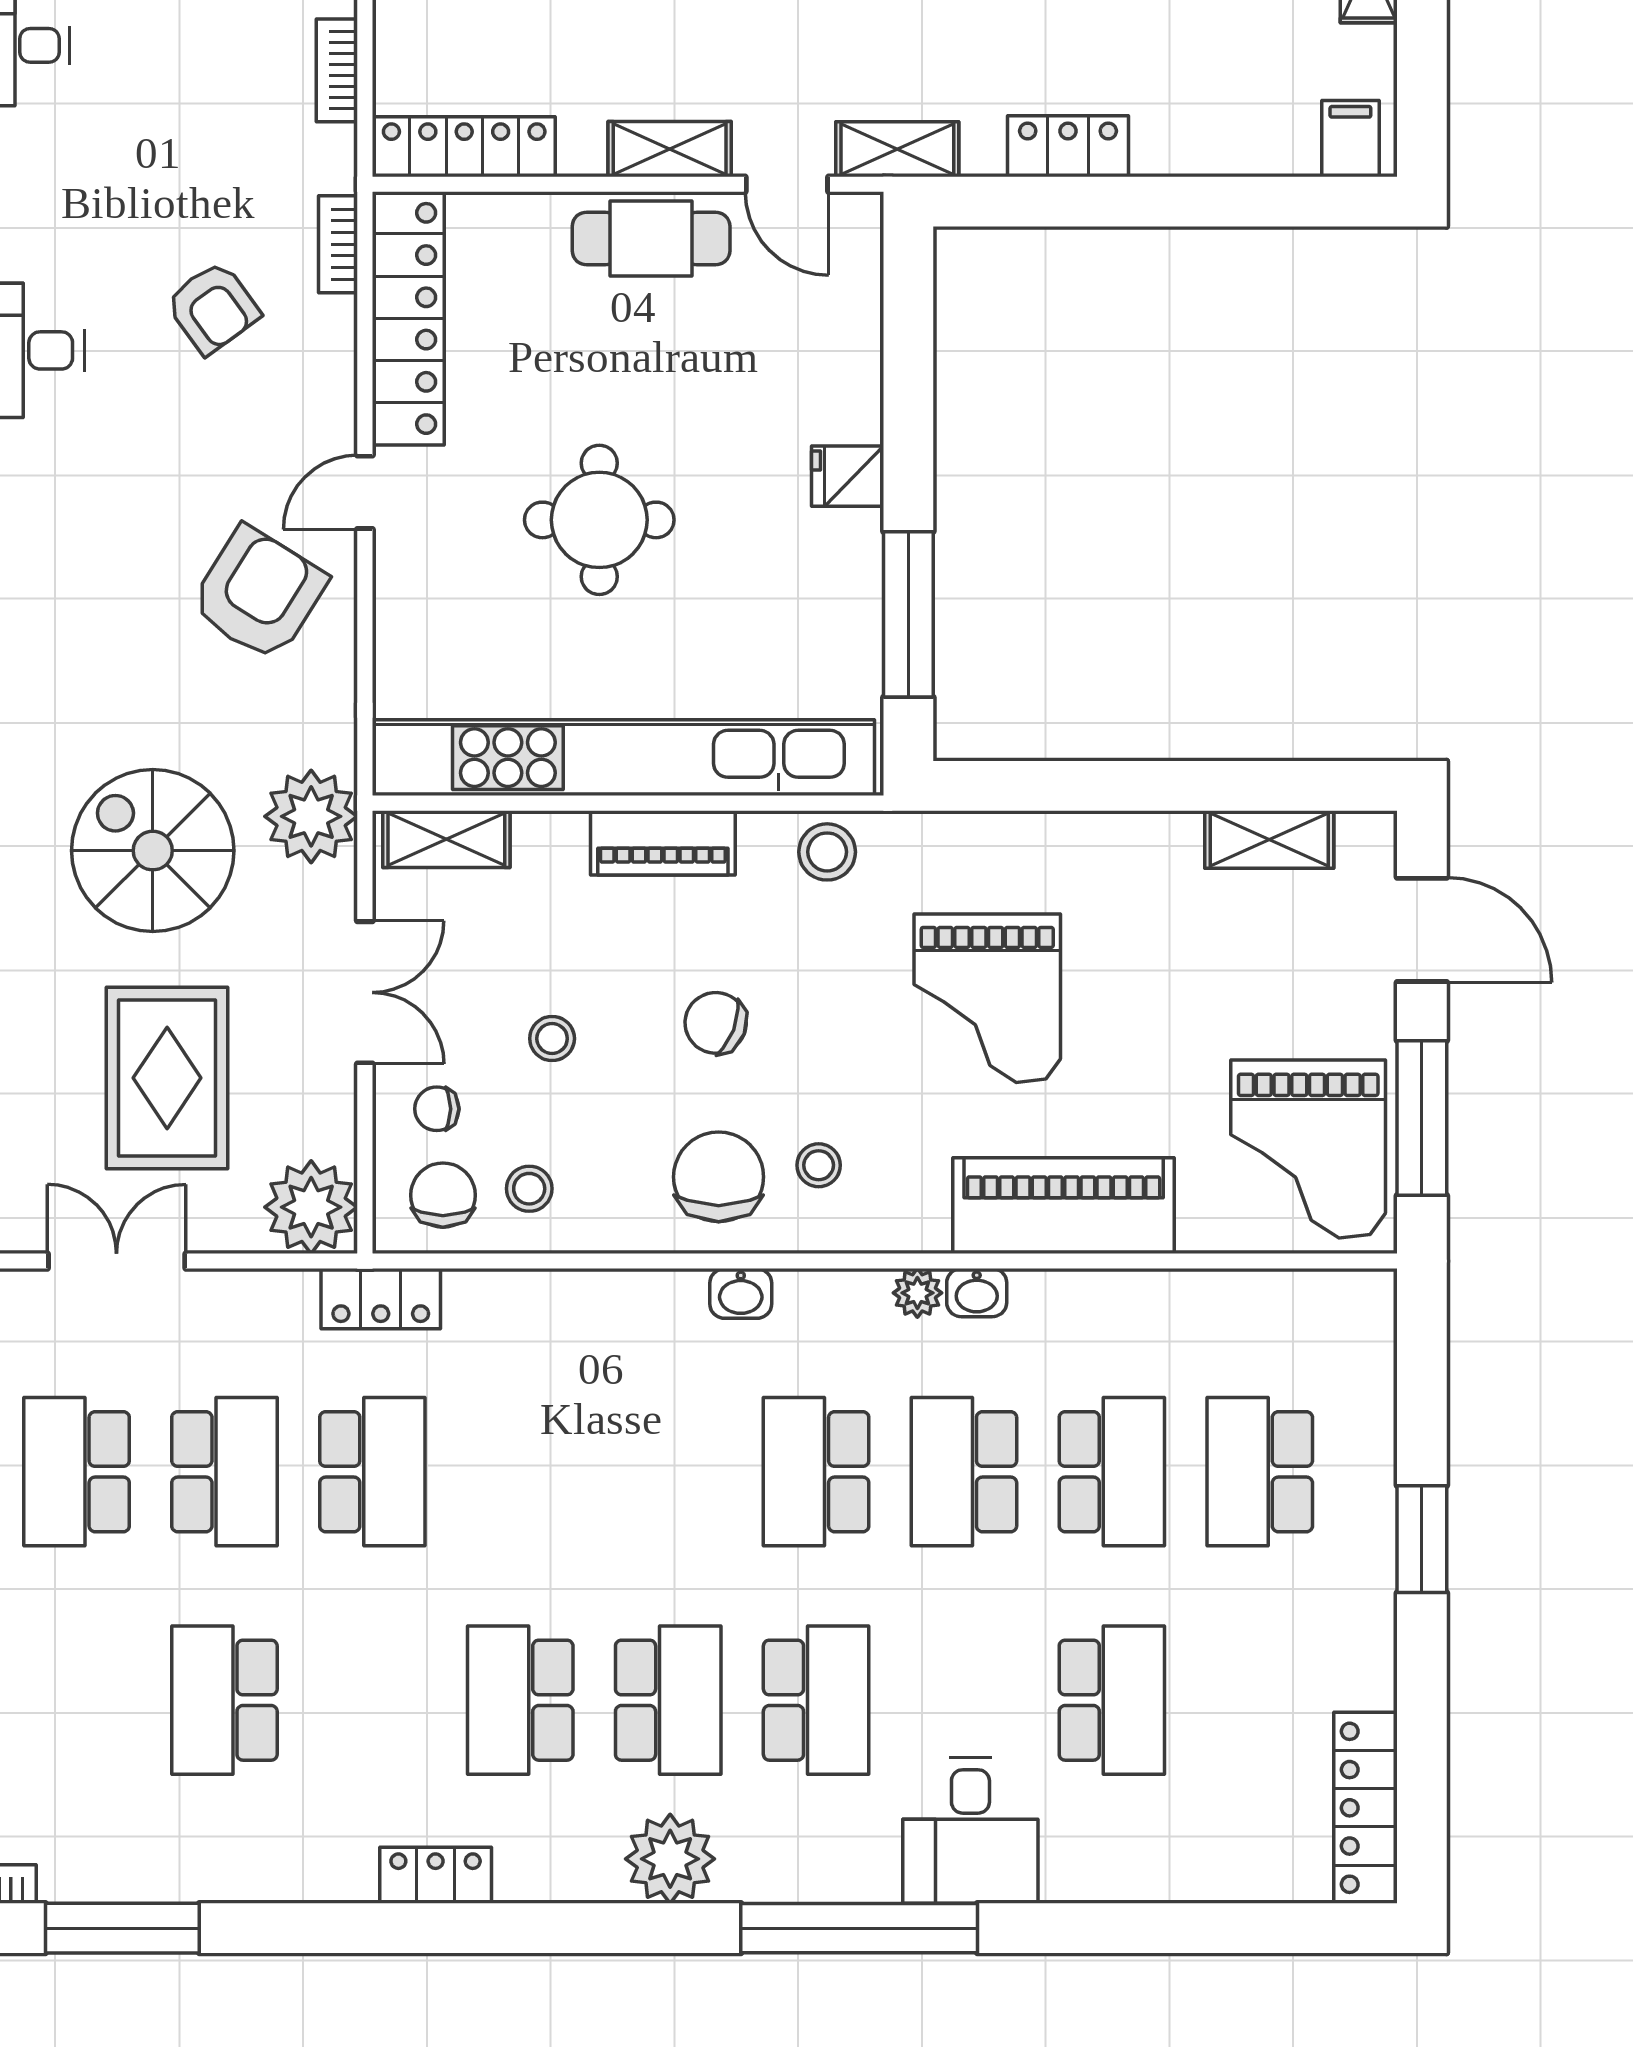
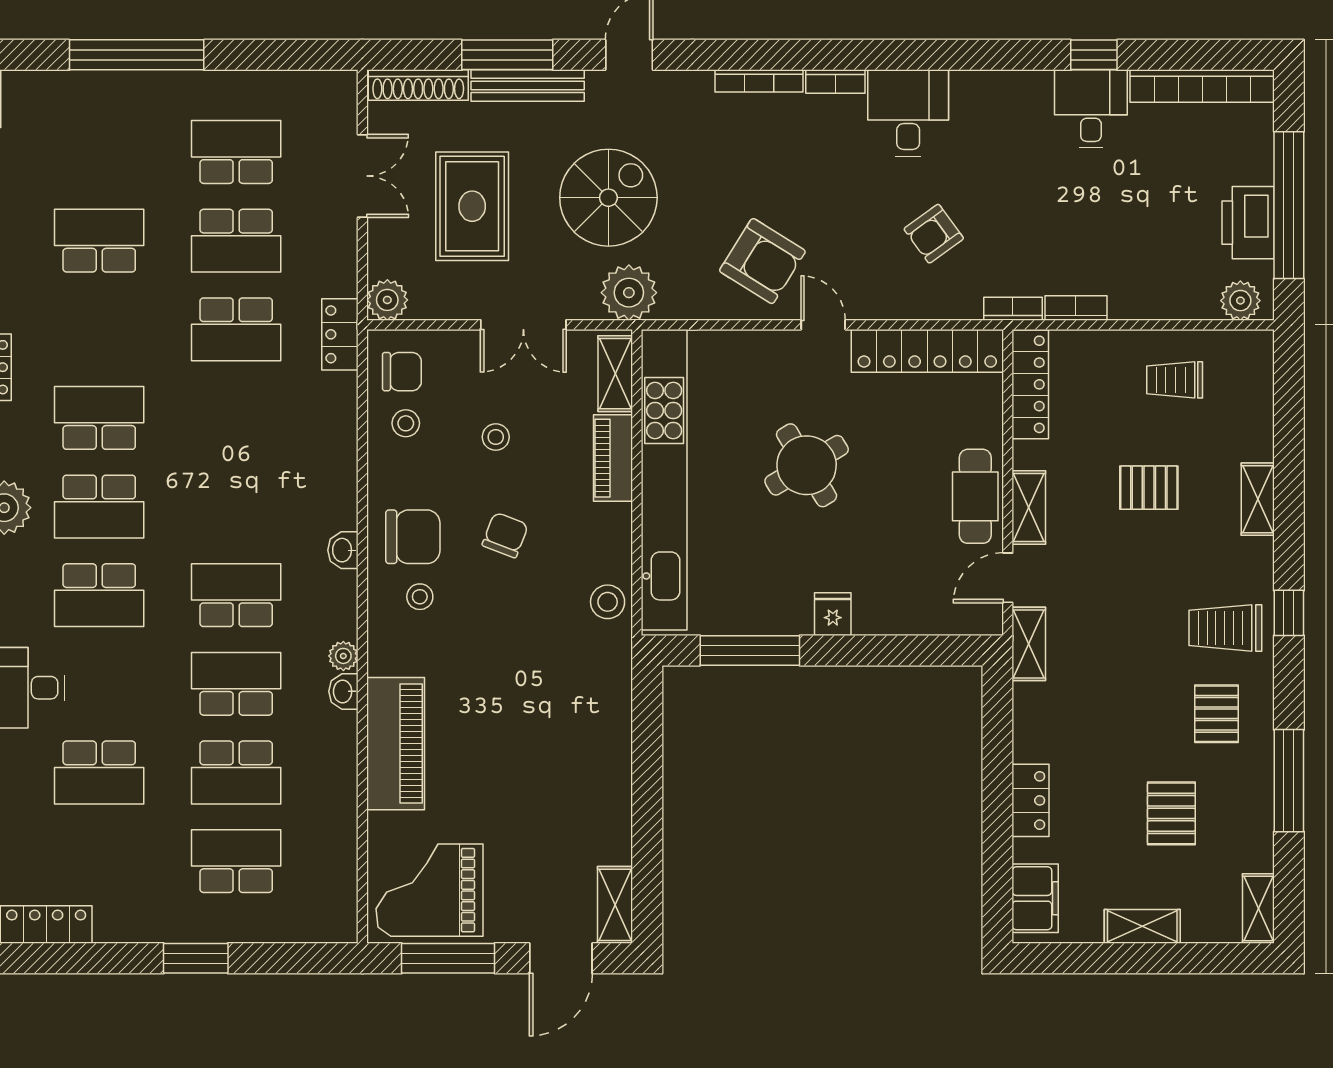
filing cabinet: (1350, 139) -> (1035, 898), width x2.00
locker: (1068, 146) -> (1031, 800), moved
bookcase: (338, 244) -> (1013, 309), moved
round table: (599, 520) -> (807, 465), turned -31
shelving: (1269, 839) -> (615, 905), moved
piano: (663, 843) -> (613, 458), moved
grand piano: (987, 998) -> (520, 698), removed
rug: (167, 1078) -> (472, 206), turned 90
chair: (437, 1109) -> (454, 368), removed
plant: (311, 1207) -> (387, 300), width x0.73, depth x0.73

